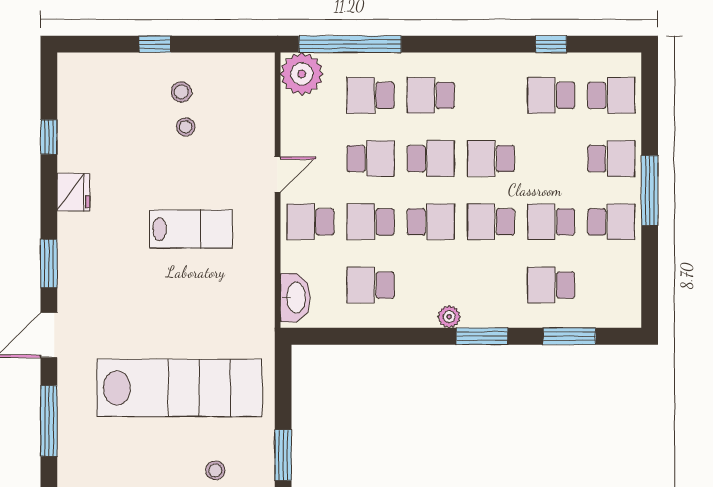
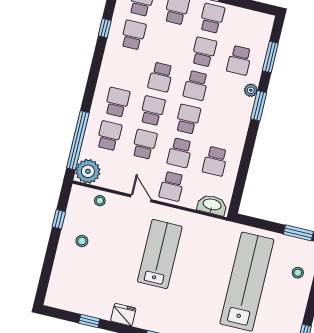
window: (155, 44) -> (59, 219), moved
school desk: (371, 95) -> (109, 136), turned 180
school desk: (431, 95) -> (117, 102), turned 180
school desk: (551, 95) -> (133, 35), turned 180
stool: (186, 127) -> (100, 201), moved
school desk: (551, 222) -> (204, 52), turned 180
lab bench: (191, 229) -> (160, 254), width x1.36, depth x1.39
plant: (449, 317) -> (251, 90), moved

